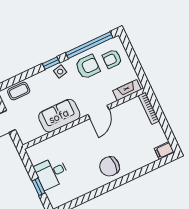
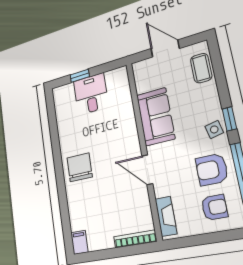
armchair: (112, 59) -> (214, 207), turned 90
armchair: (88, 67) -> (212, 170), turned 90

